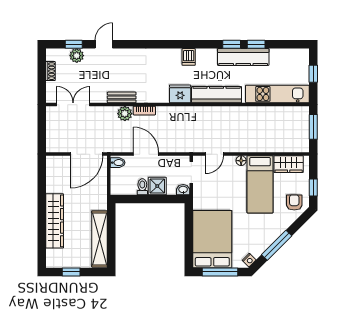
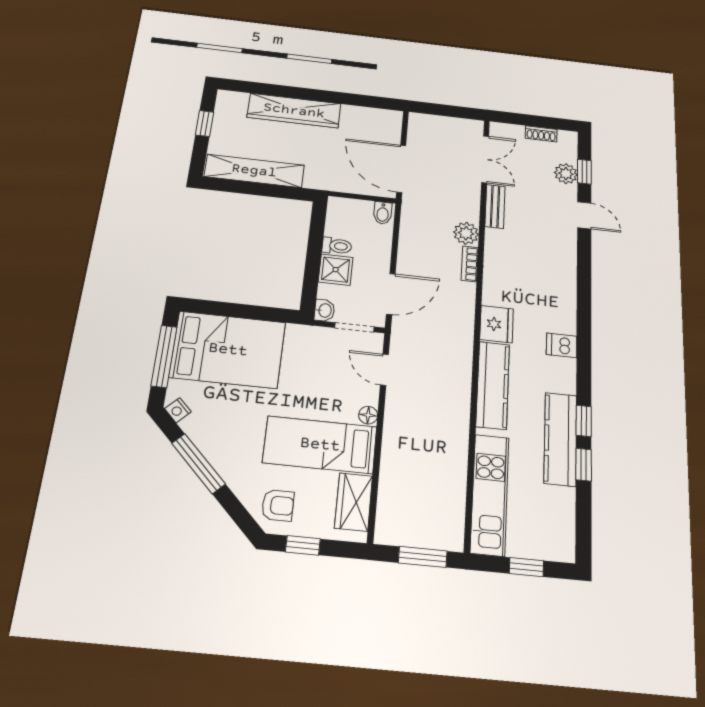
bench: (122, 97) -> (495, 206), moved
door: (146, 154) -> (391, 294), moved

